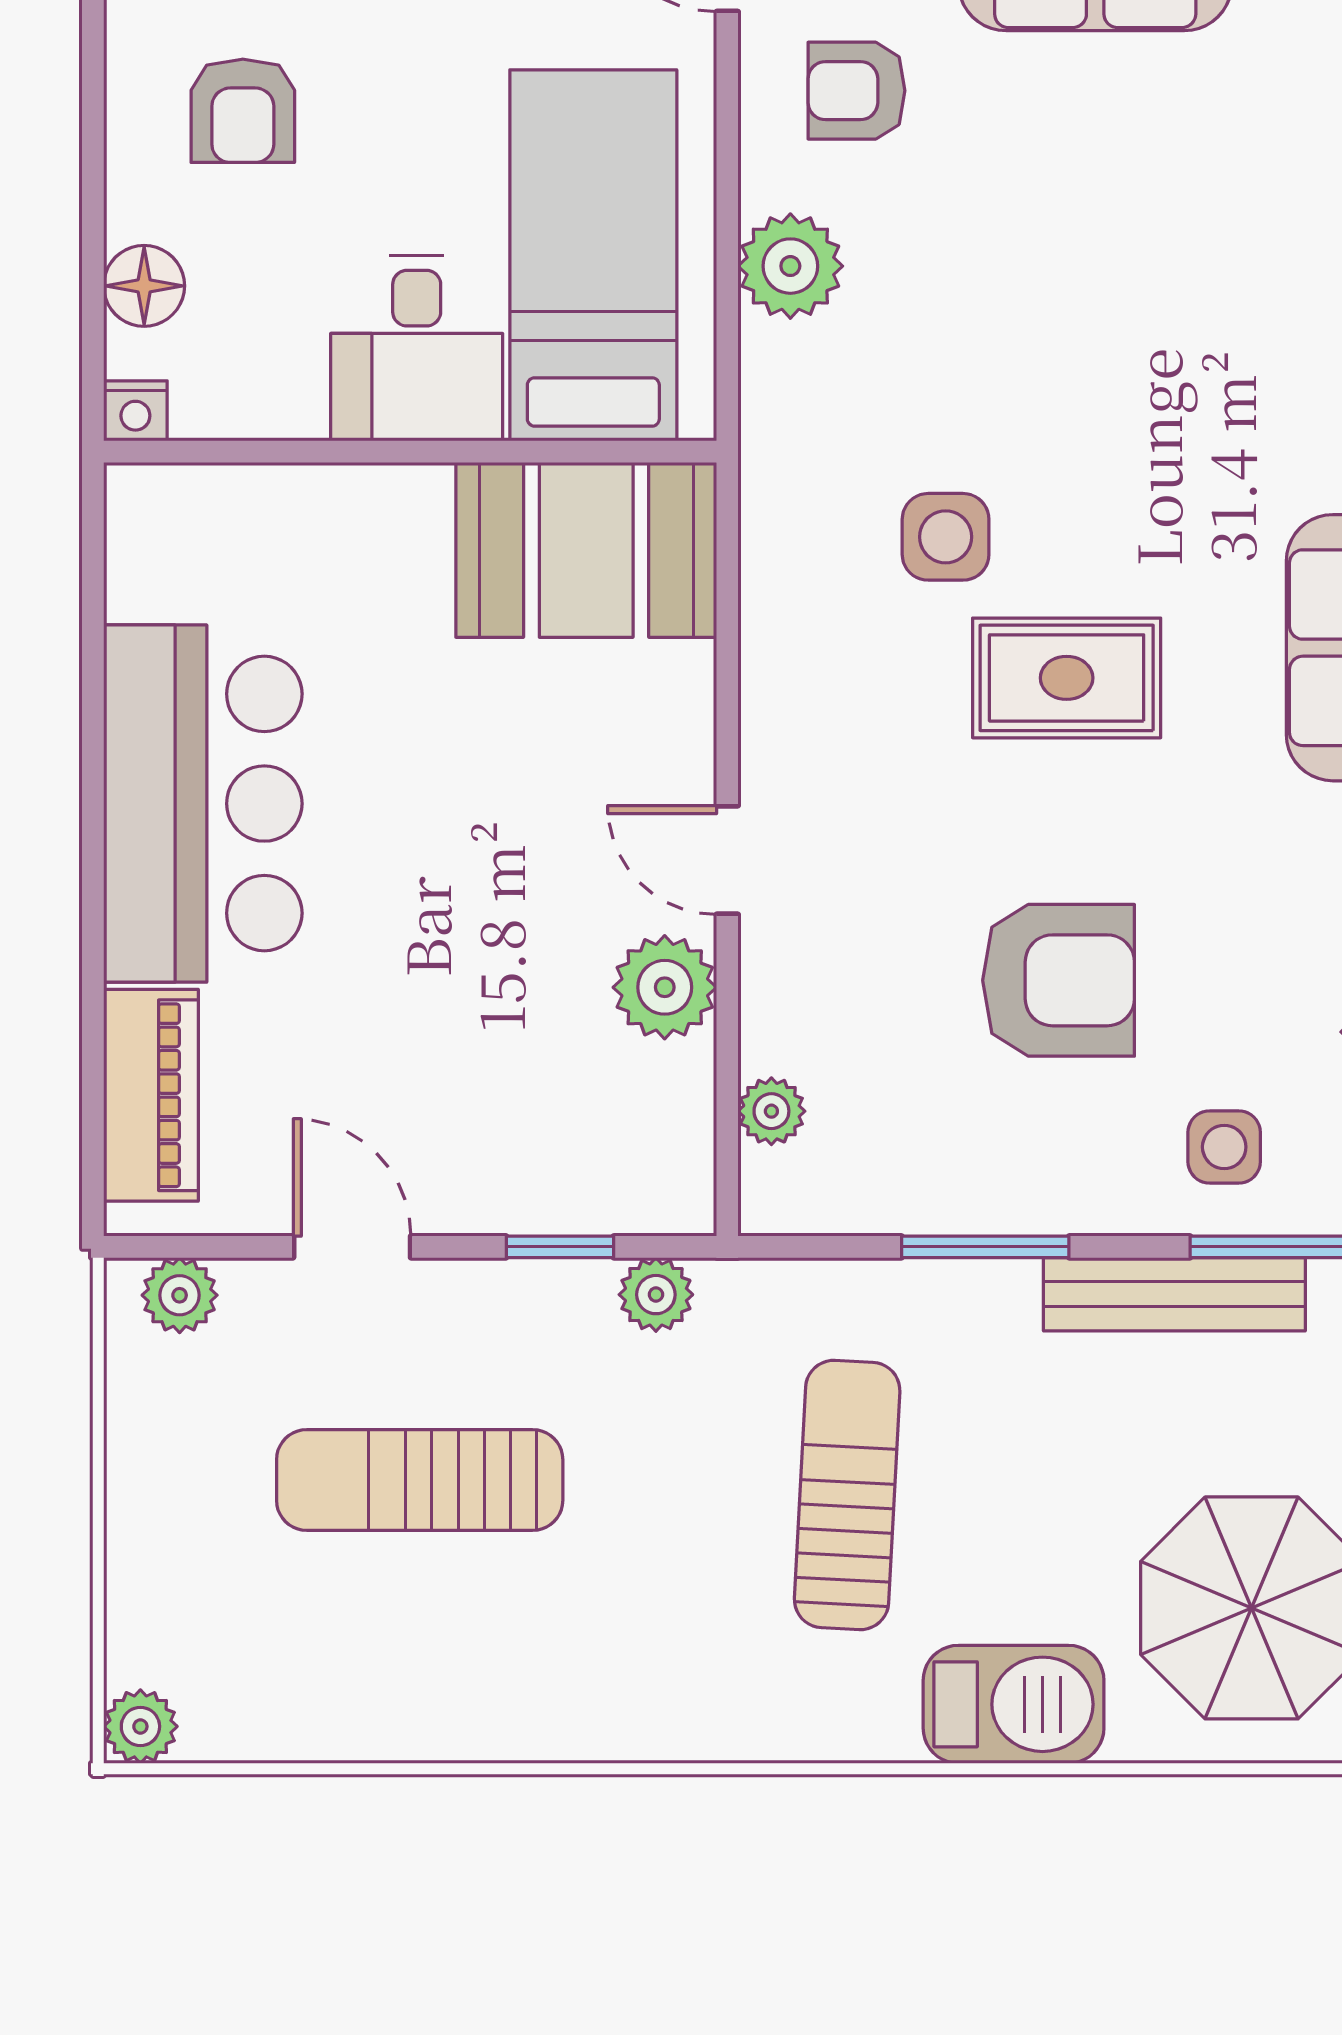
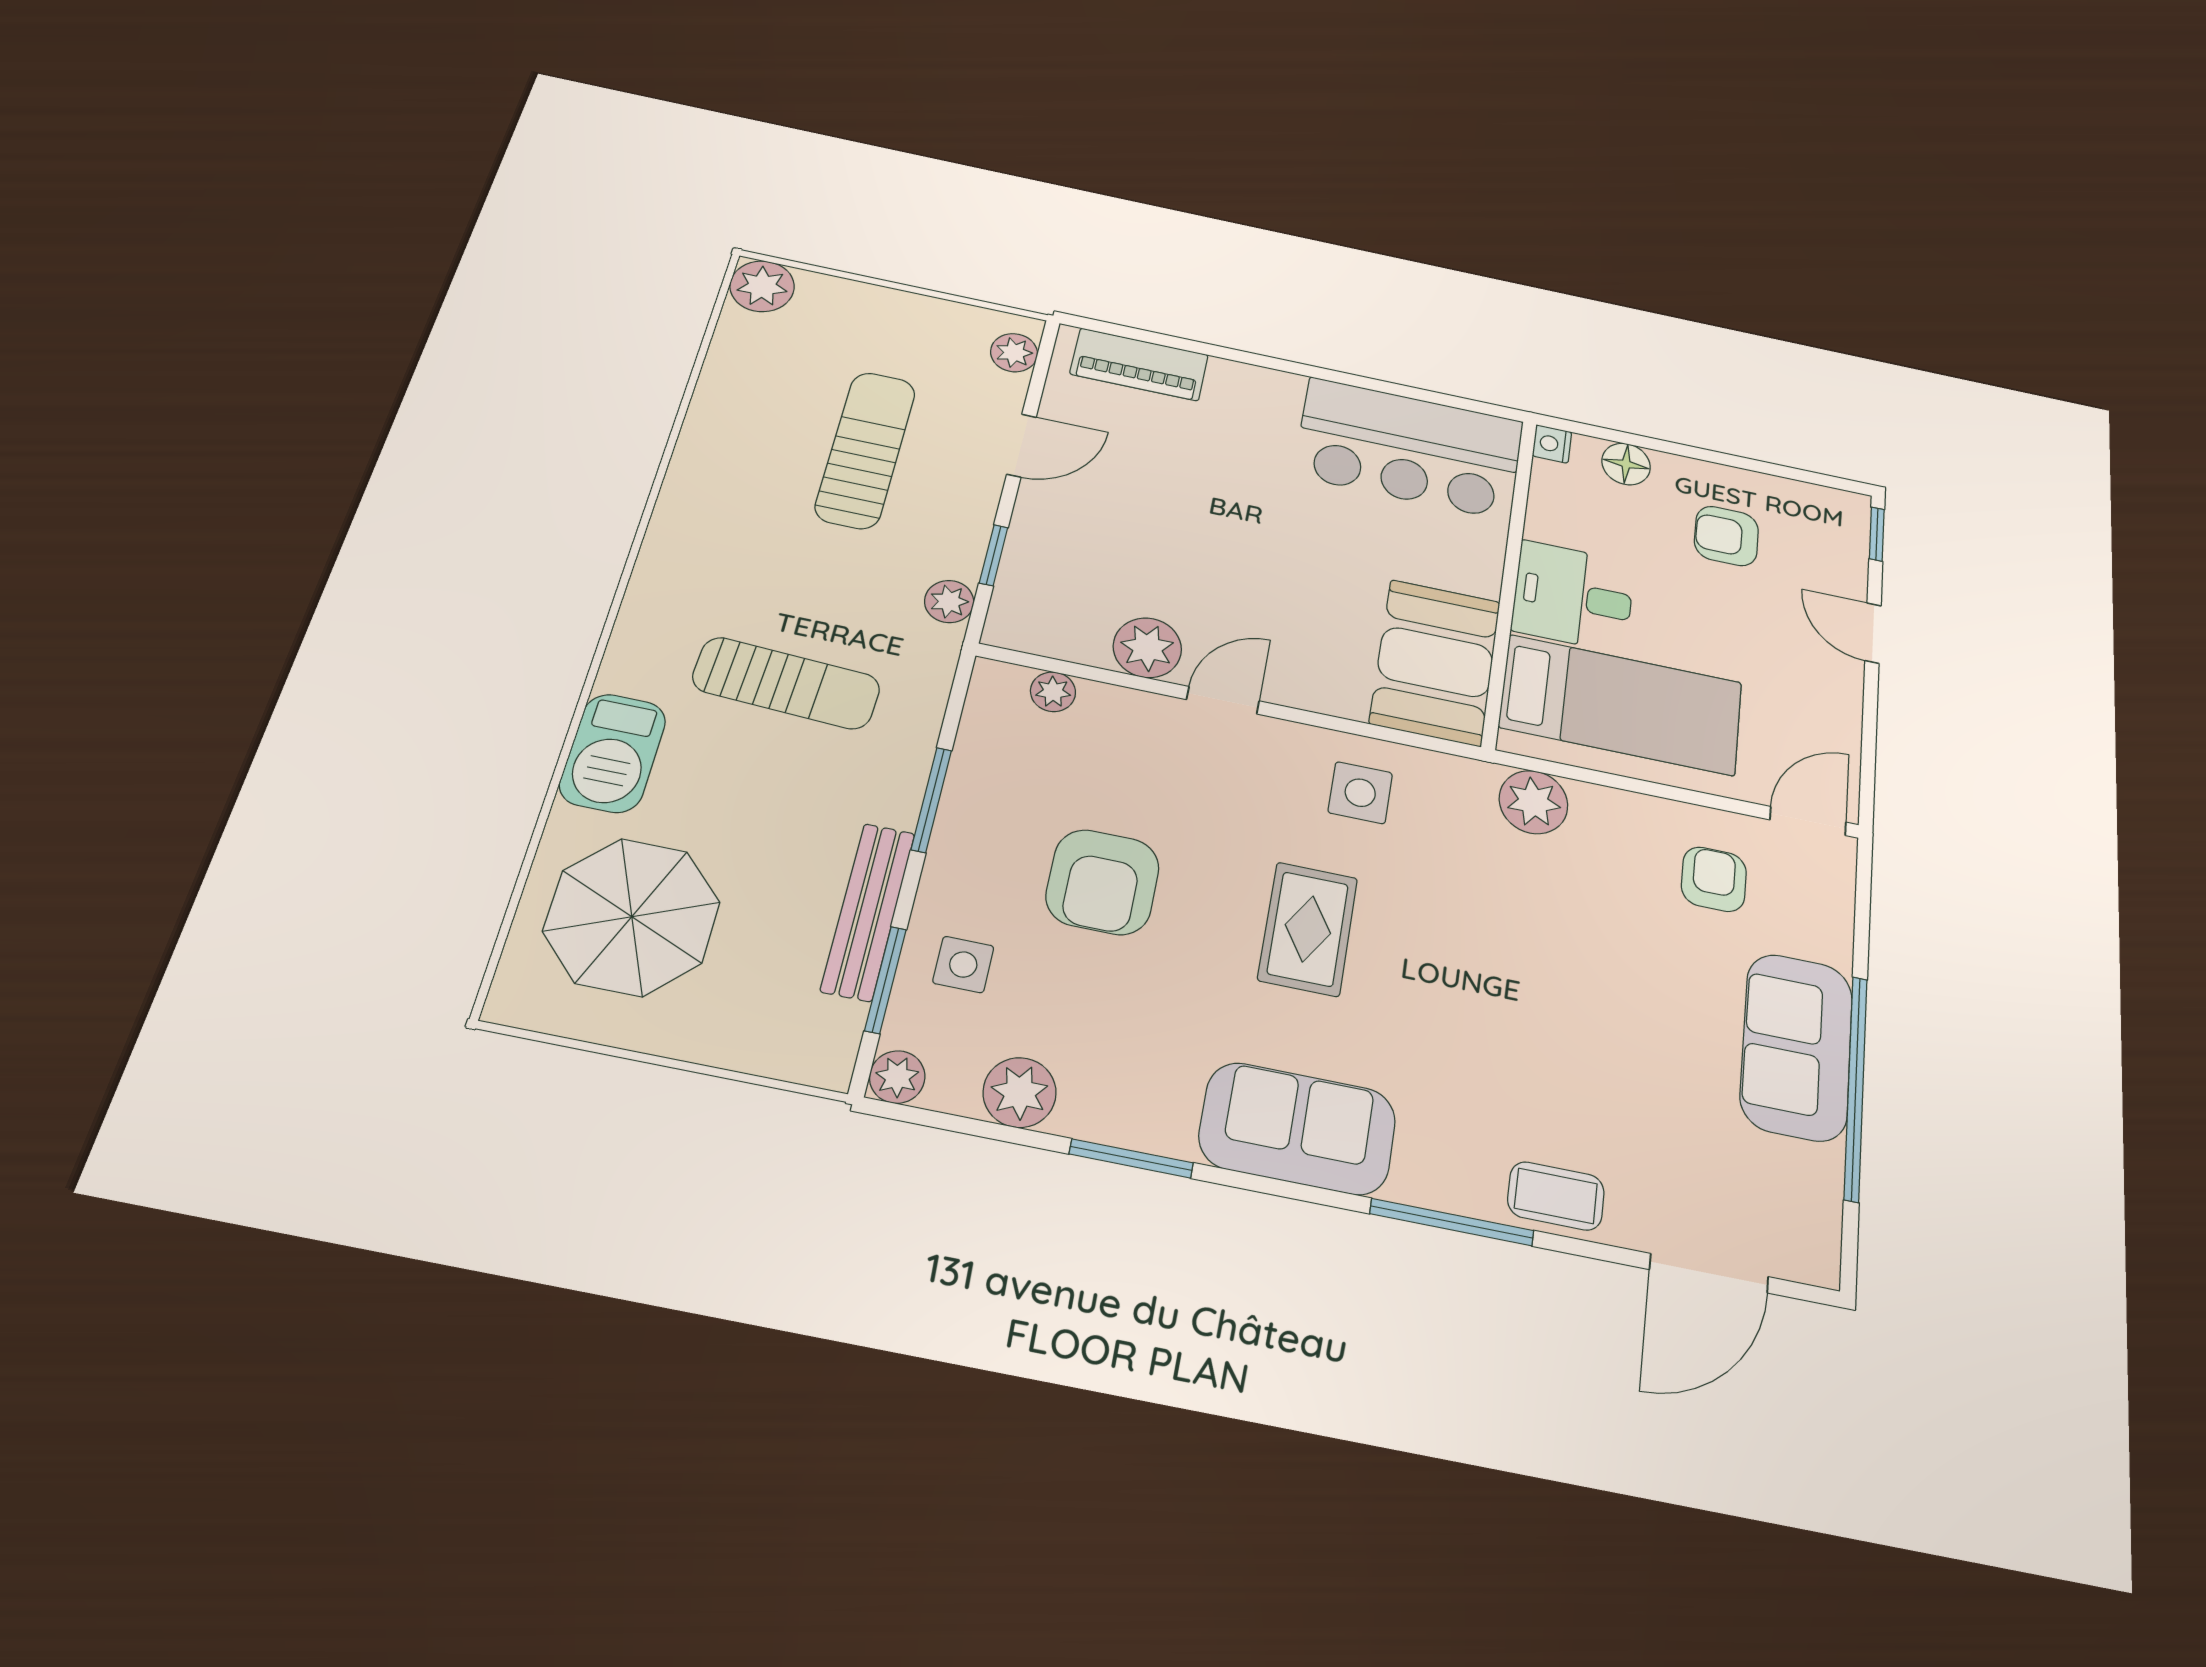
plant: (790, 266) -> (1533, 802), moved
side table: (946, 537) -> (1360, 793), moved
bar counter: (203, 804) -> (1409, 448), moved
plant: (140, 1726) -> (762, 286), width x1.38, depth x1.38

